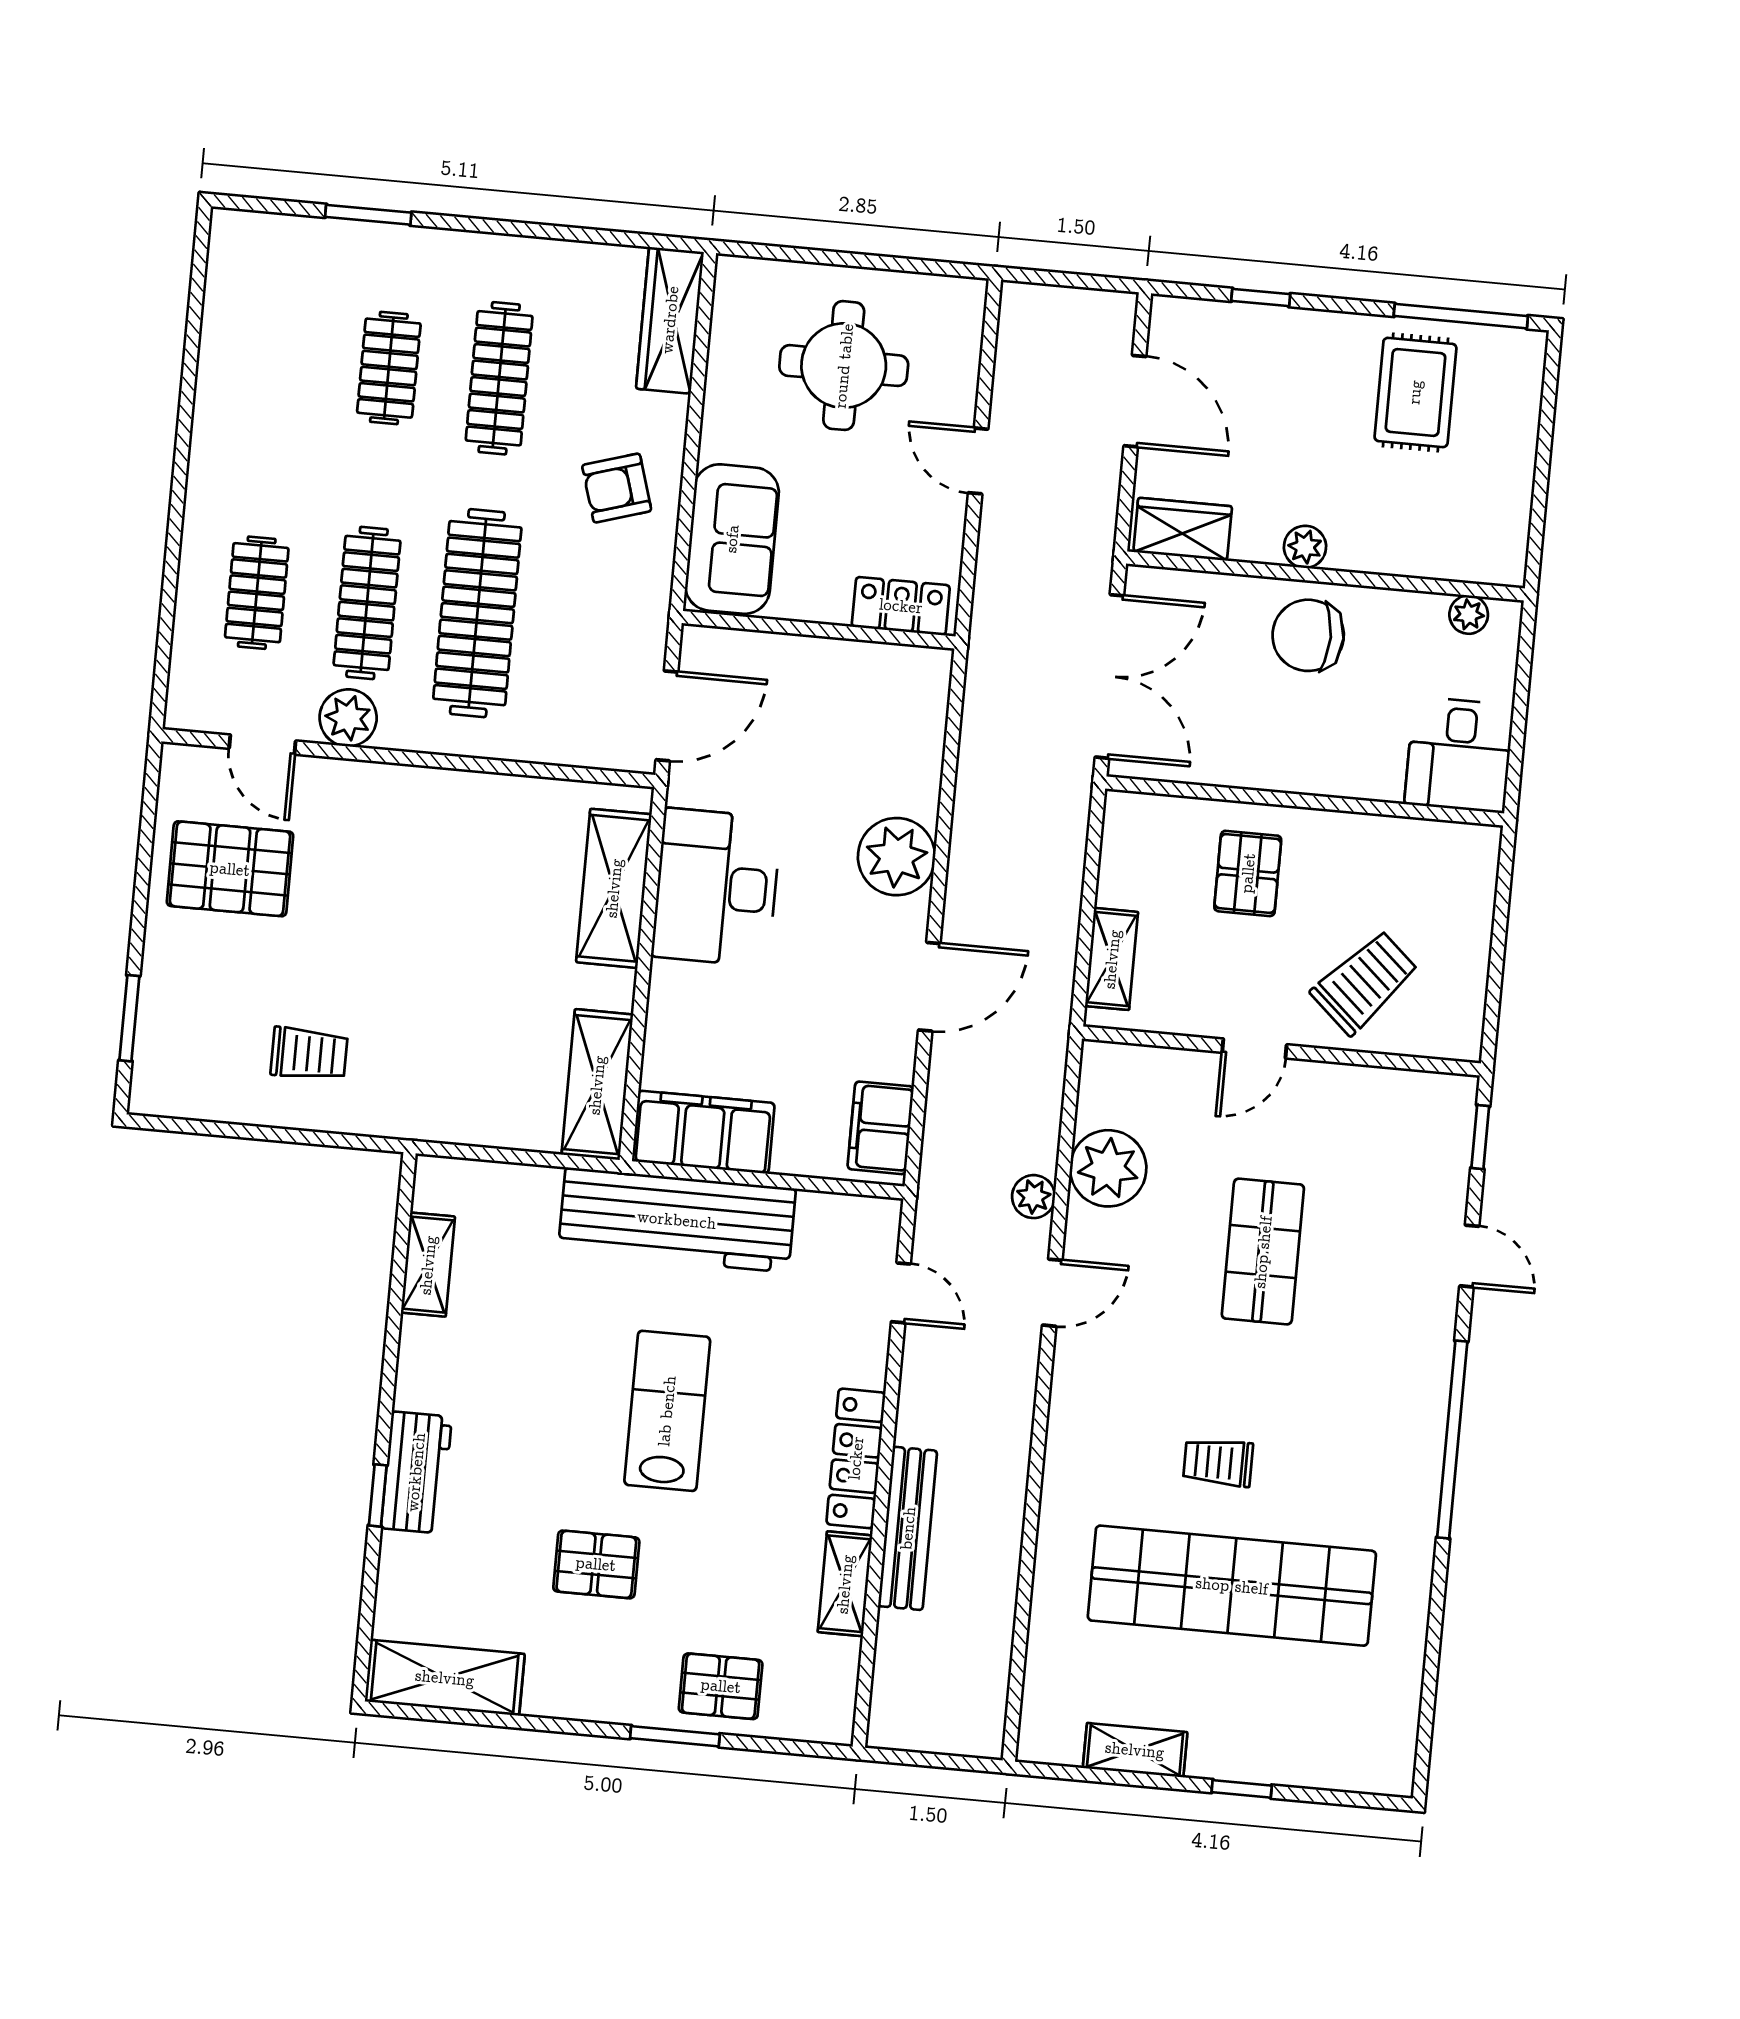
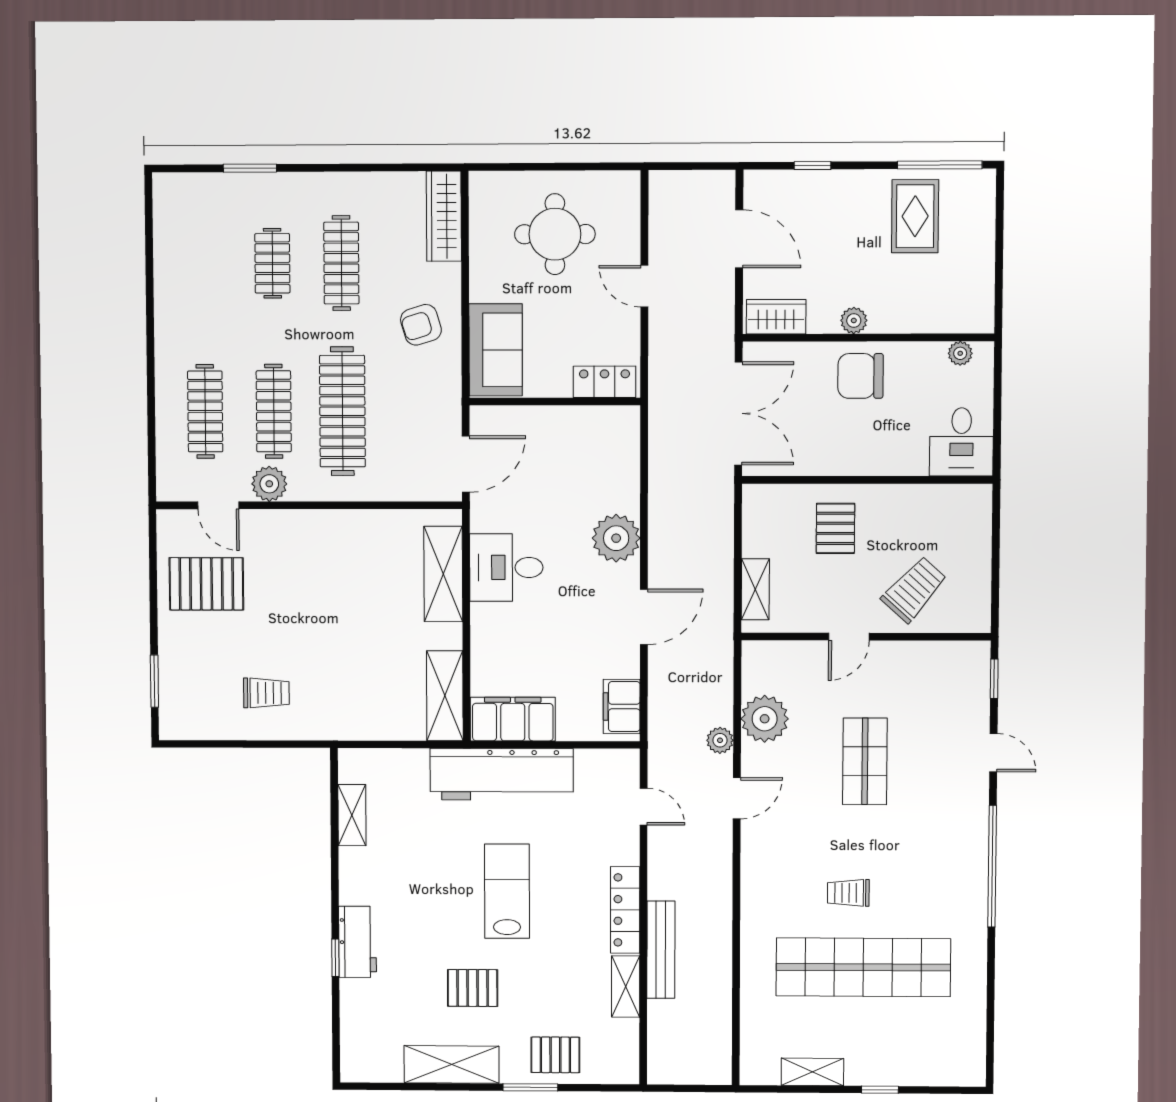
clothes rail: (257, 593) -> (205, 411), width x1.36
desk: (716, 887) -> (506, 567), width x0.73
shelving: (445, 1678) -> (452, 1064), moved

